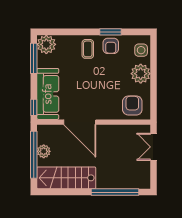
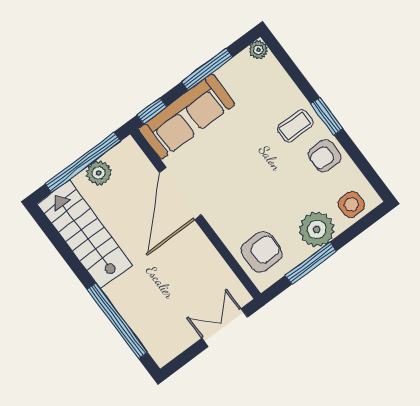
window: (110, 32) -> (327, 116), moved
plant: (46, 44) -> (258, 50), width x0.53, depth x0.53
window: (34, 58) -> (207, 69), moved
window: (154, 87) -> (311, 263), added

